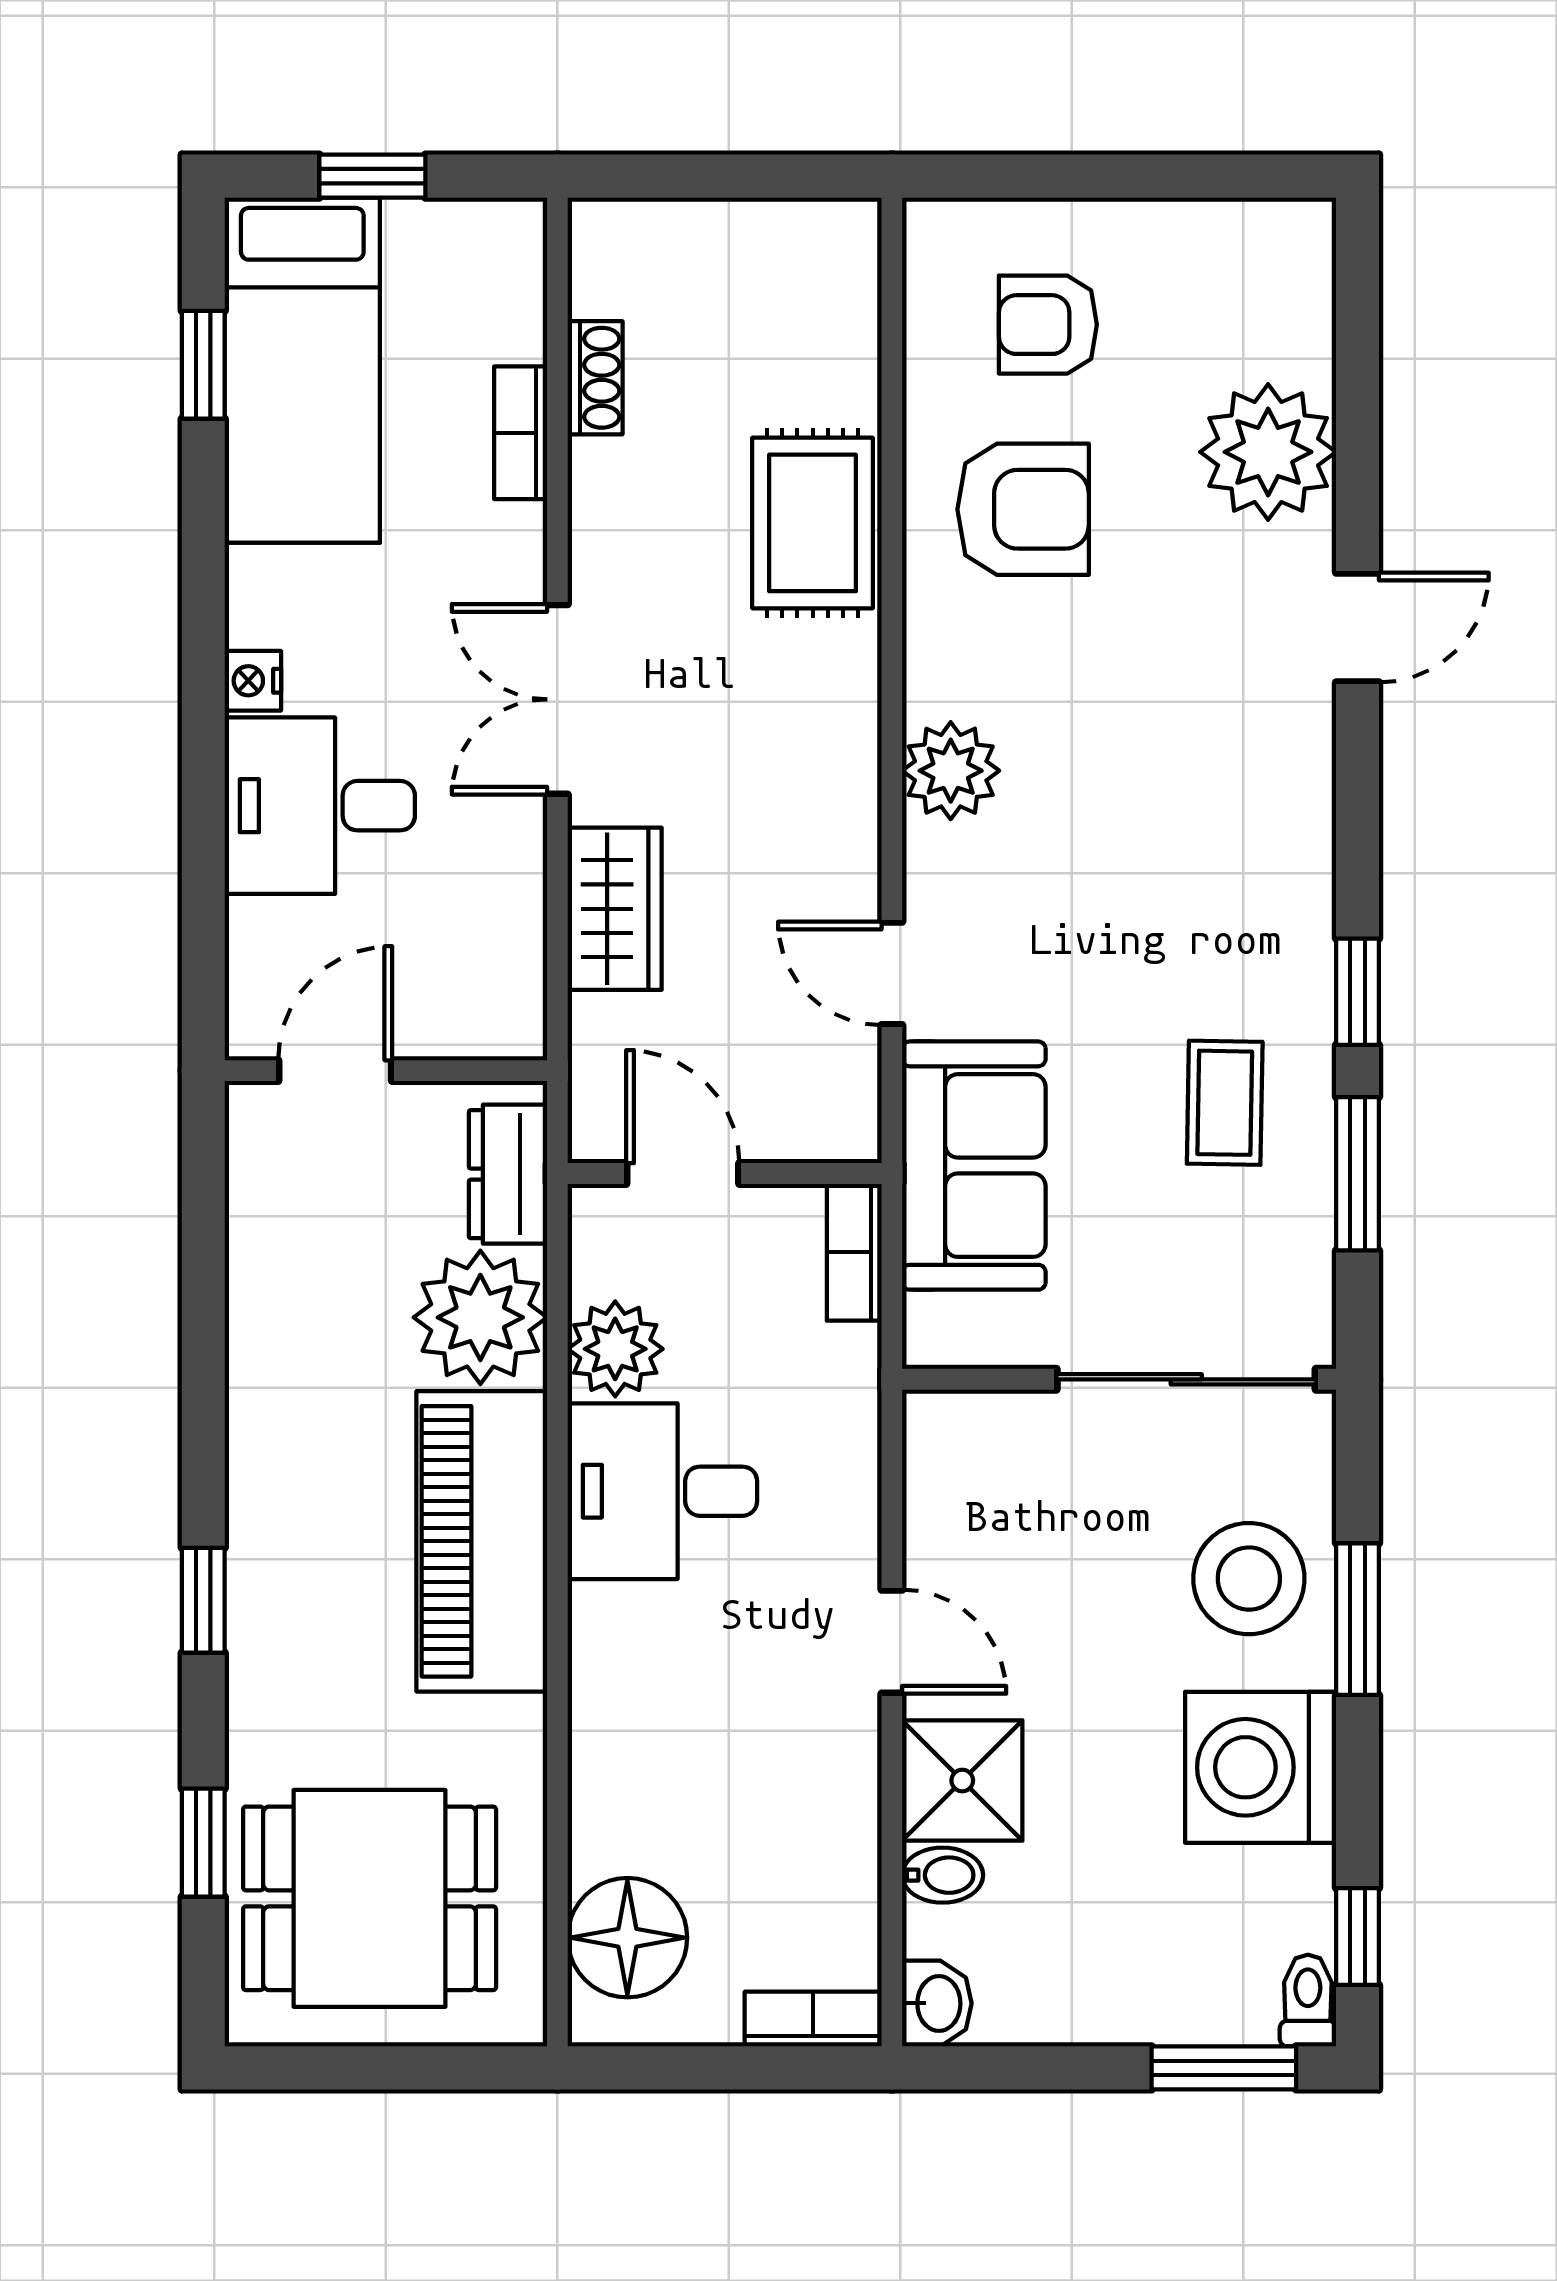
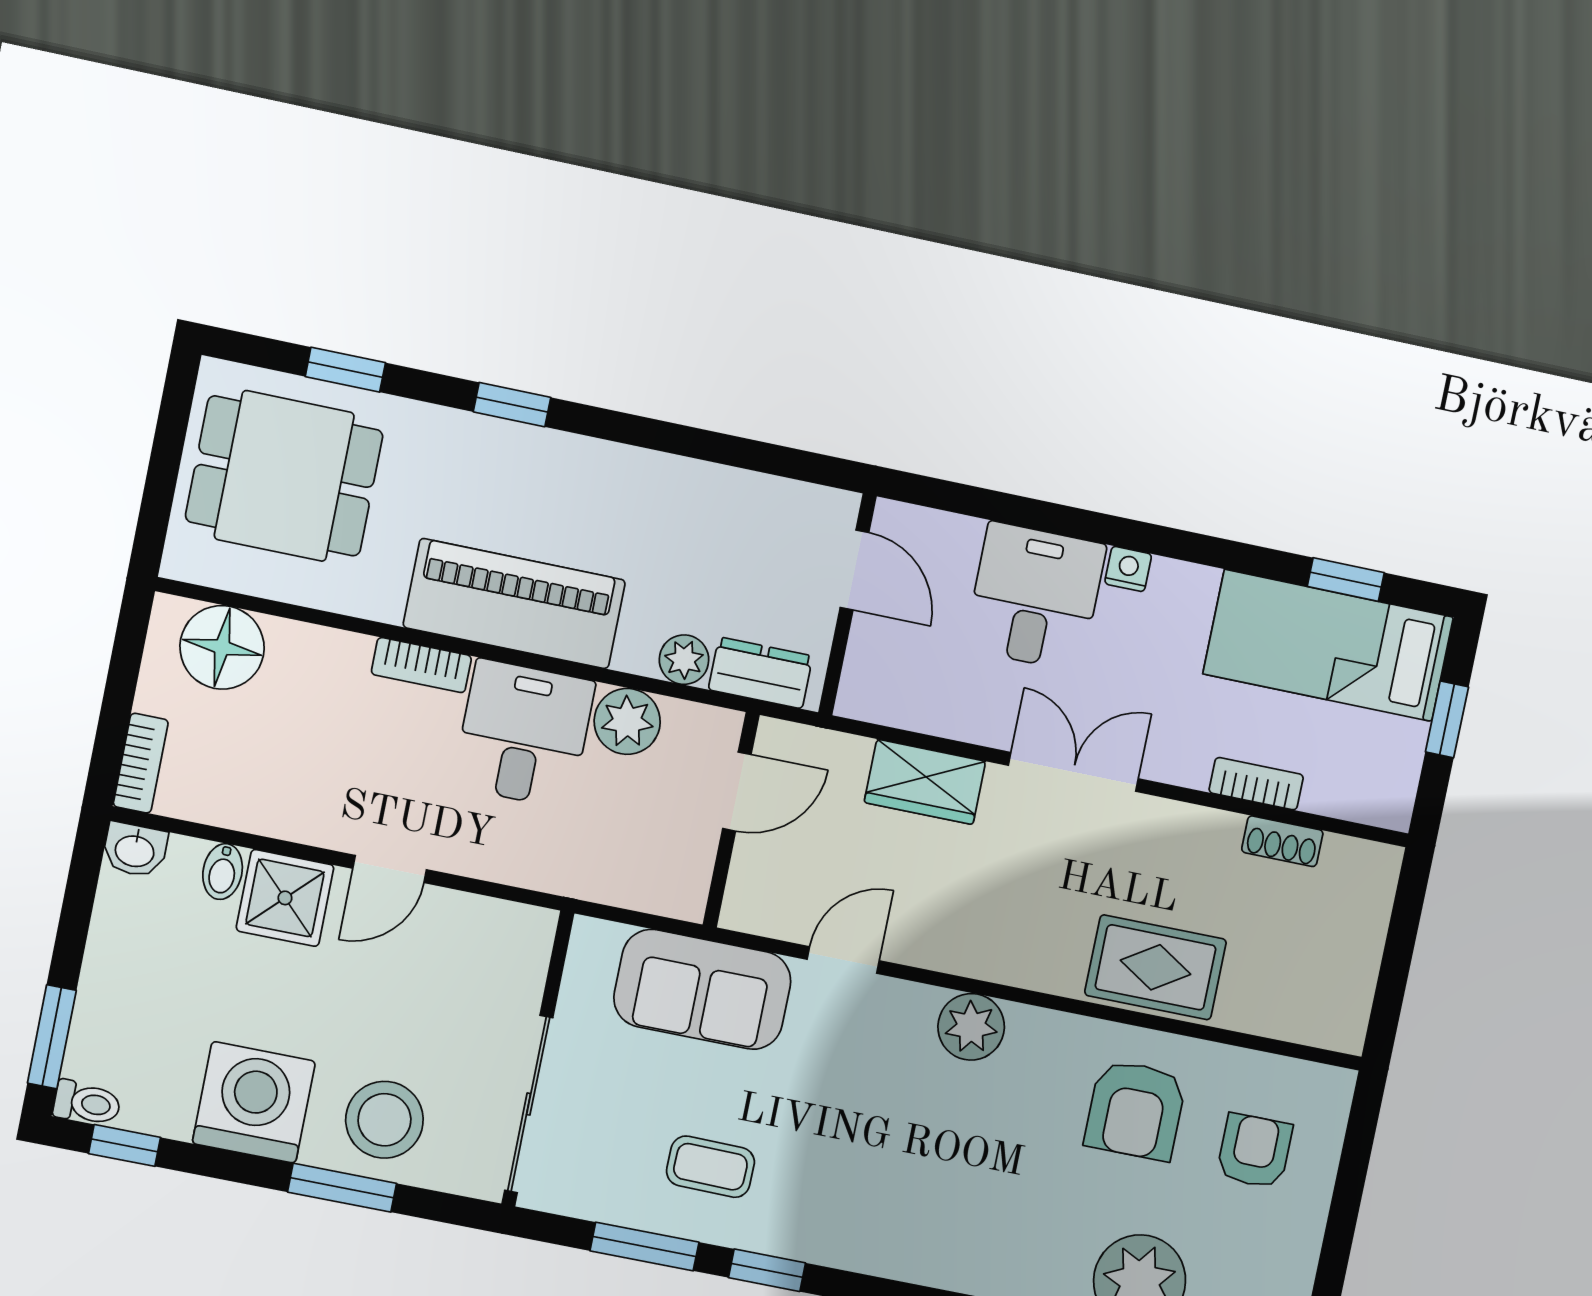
bookcase: (854, 1252) -> (421, 665), moved, turned 180
plant: (480, 1317) -> (684, 660), width x0.53, depth x0.53
dining table: (370, 1898) -> (284, 476), turned 90

